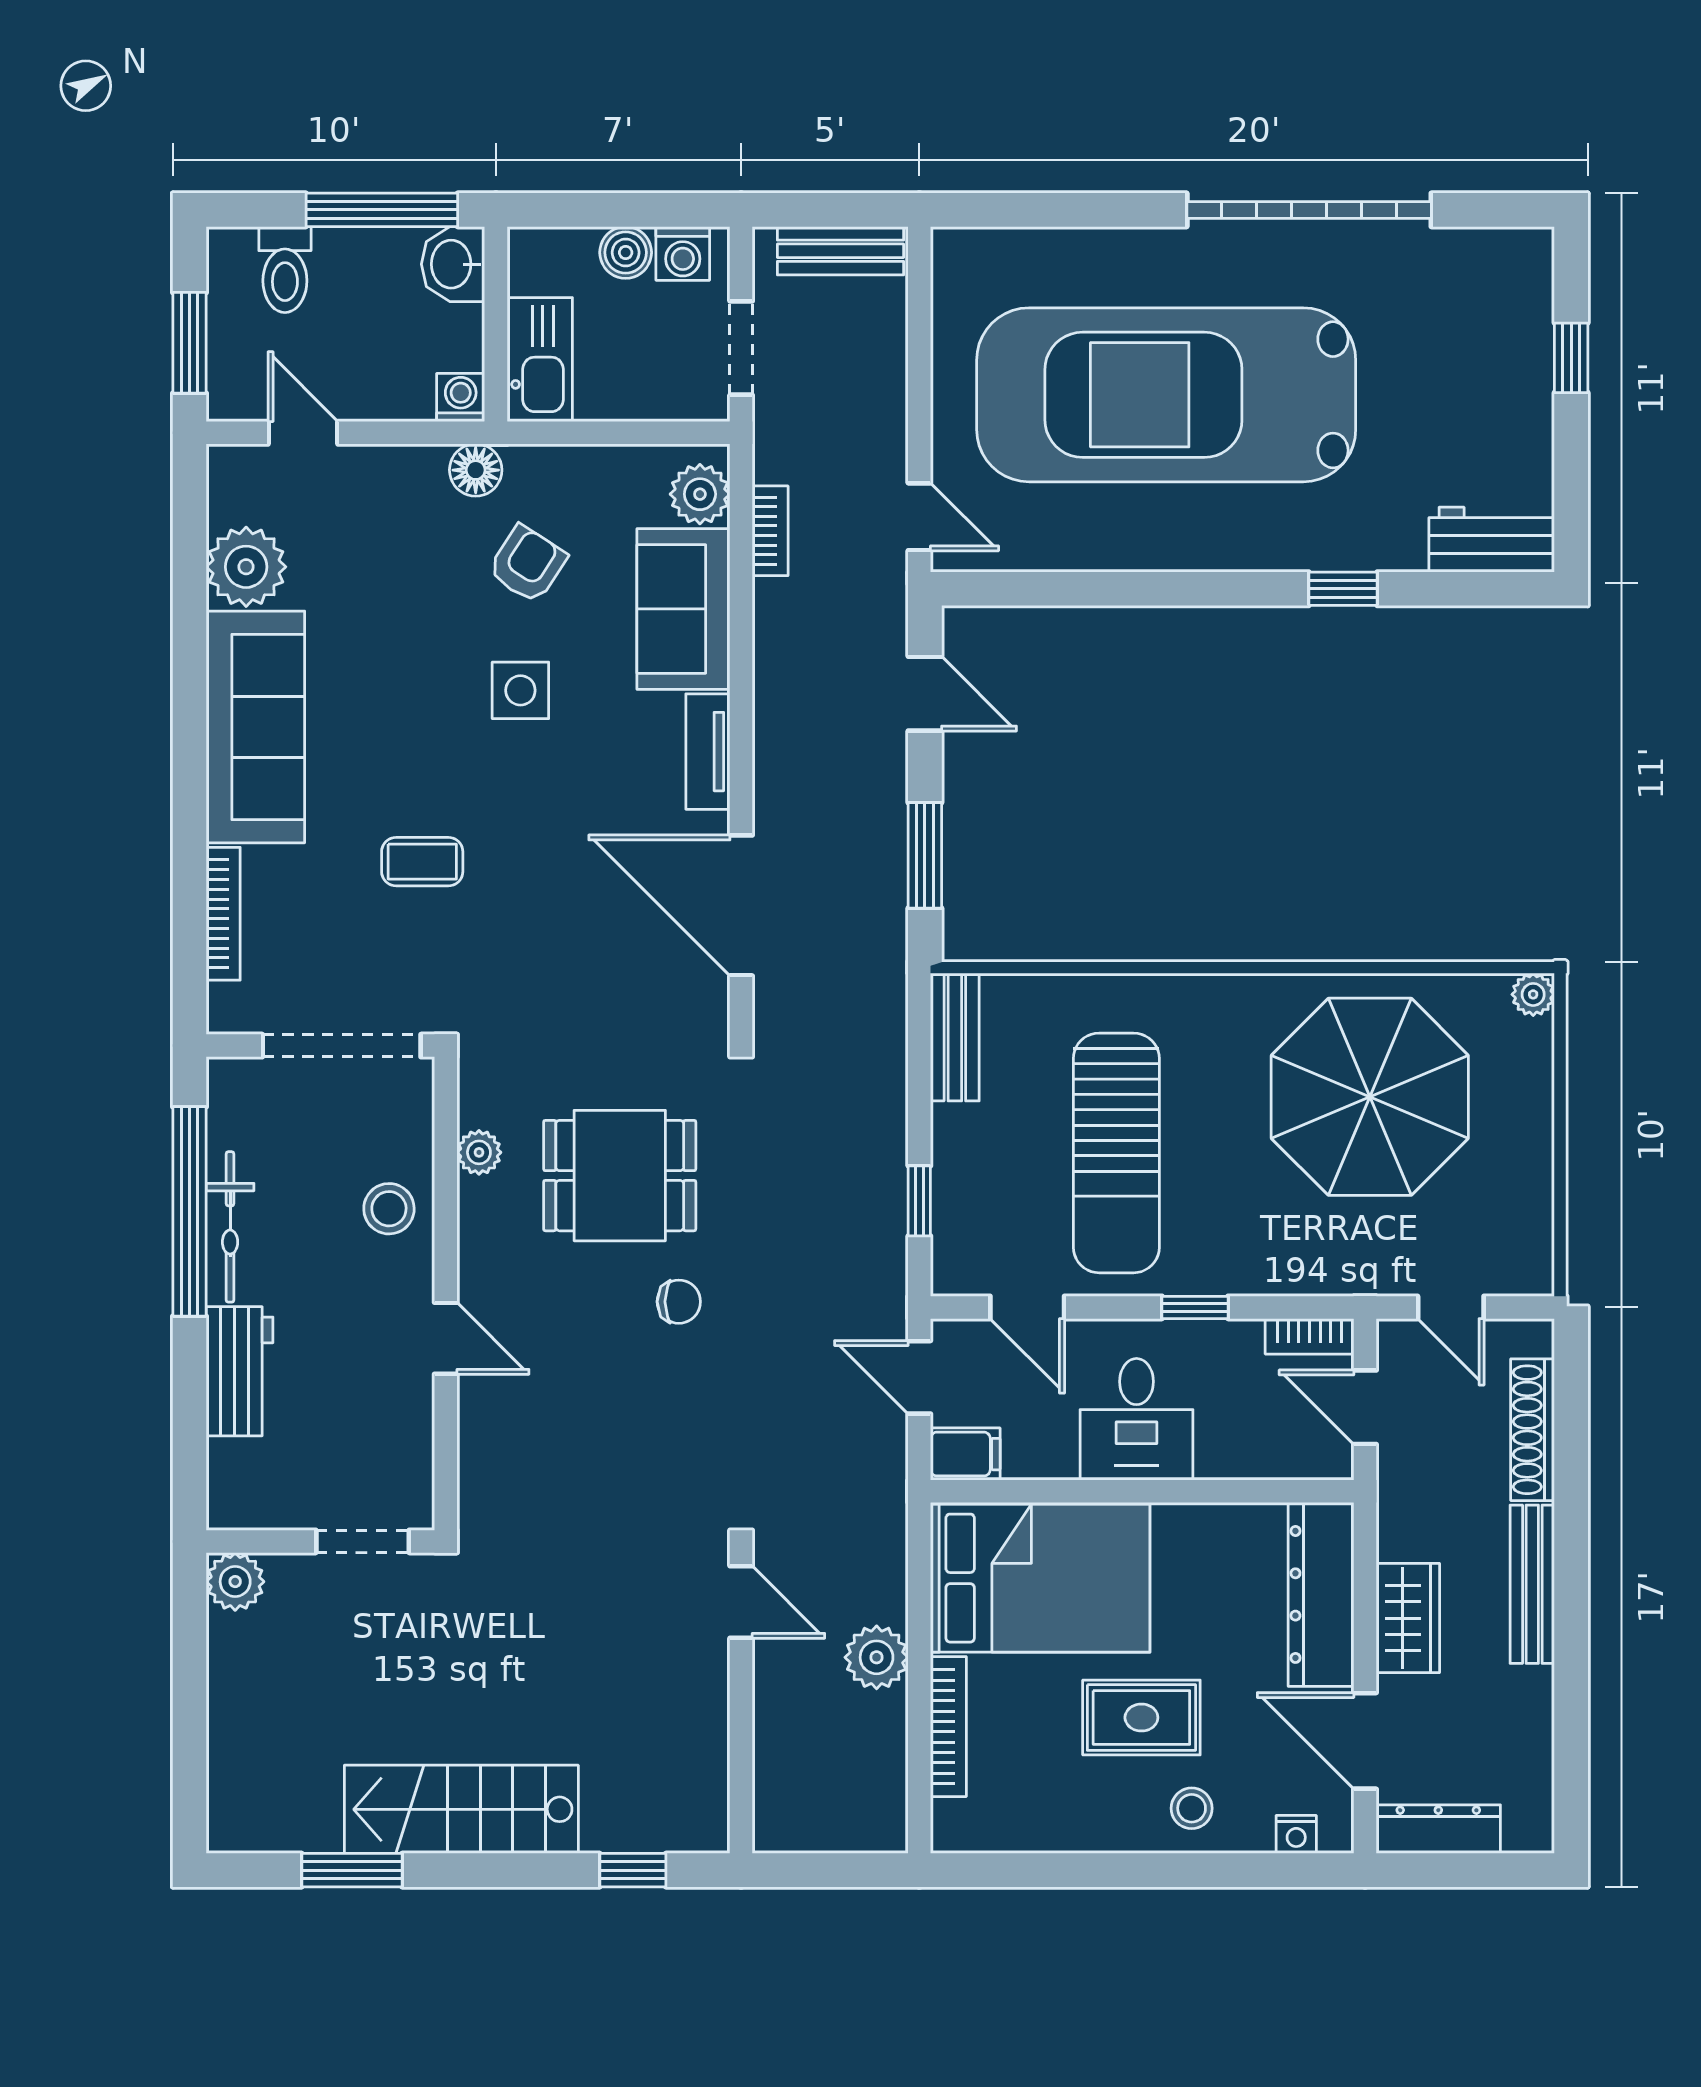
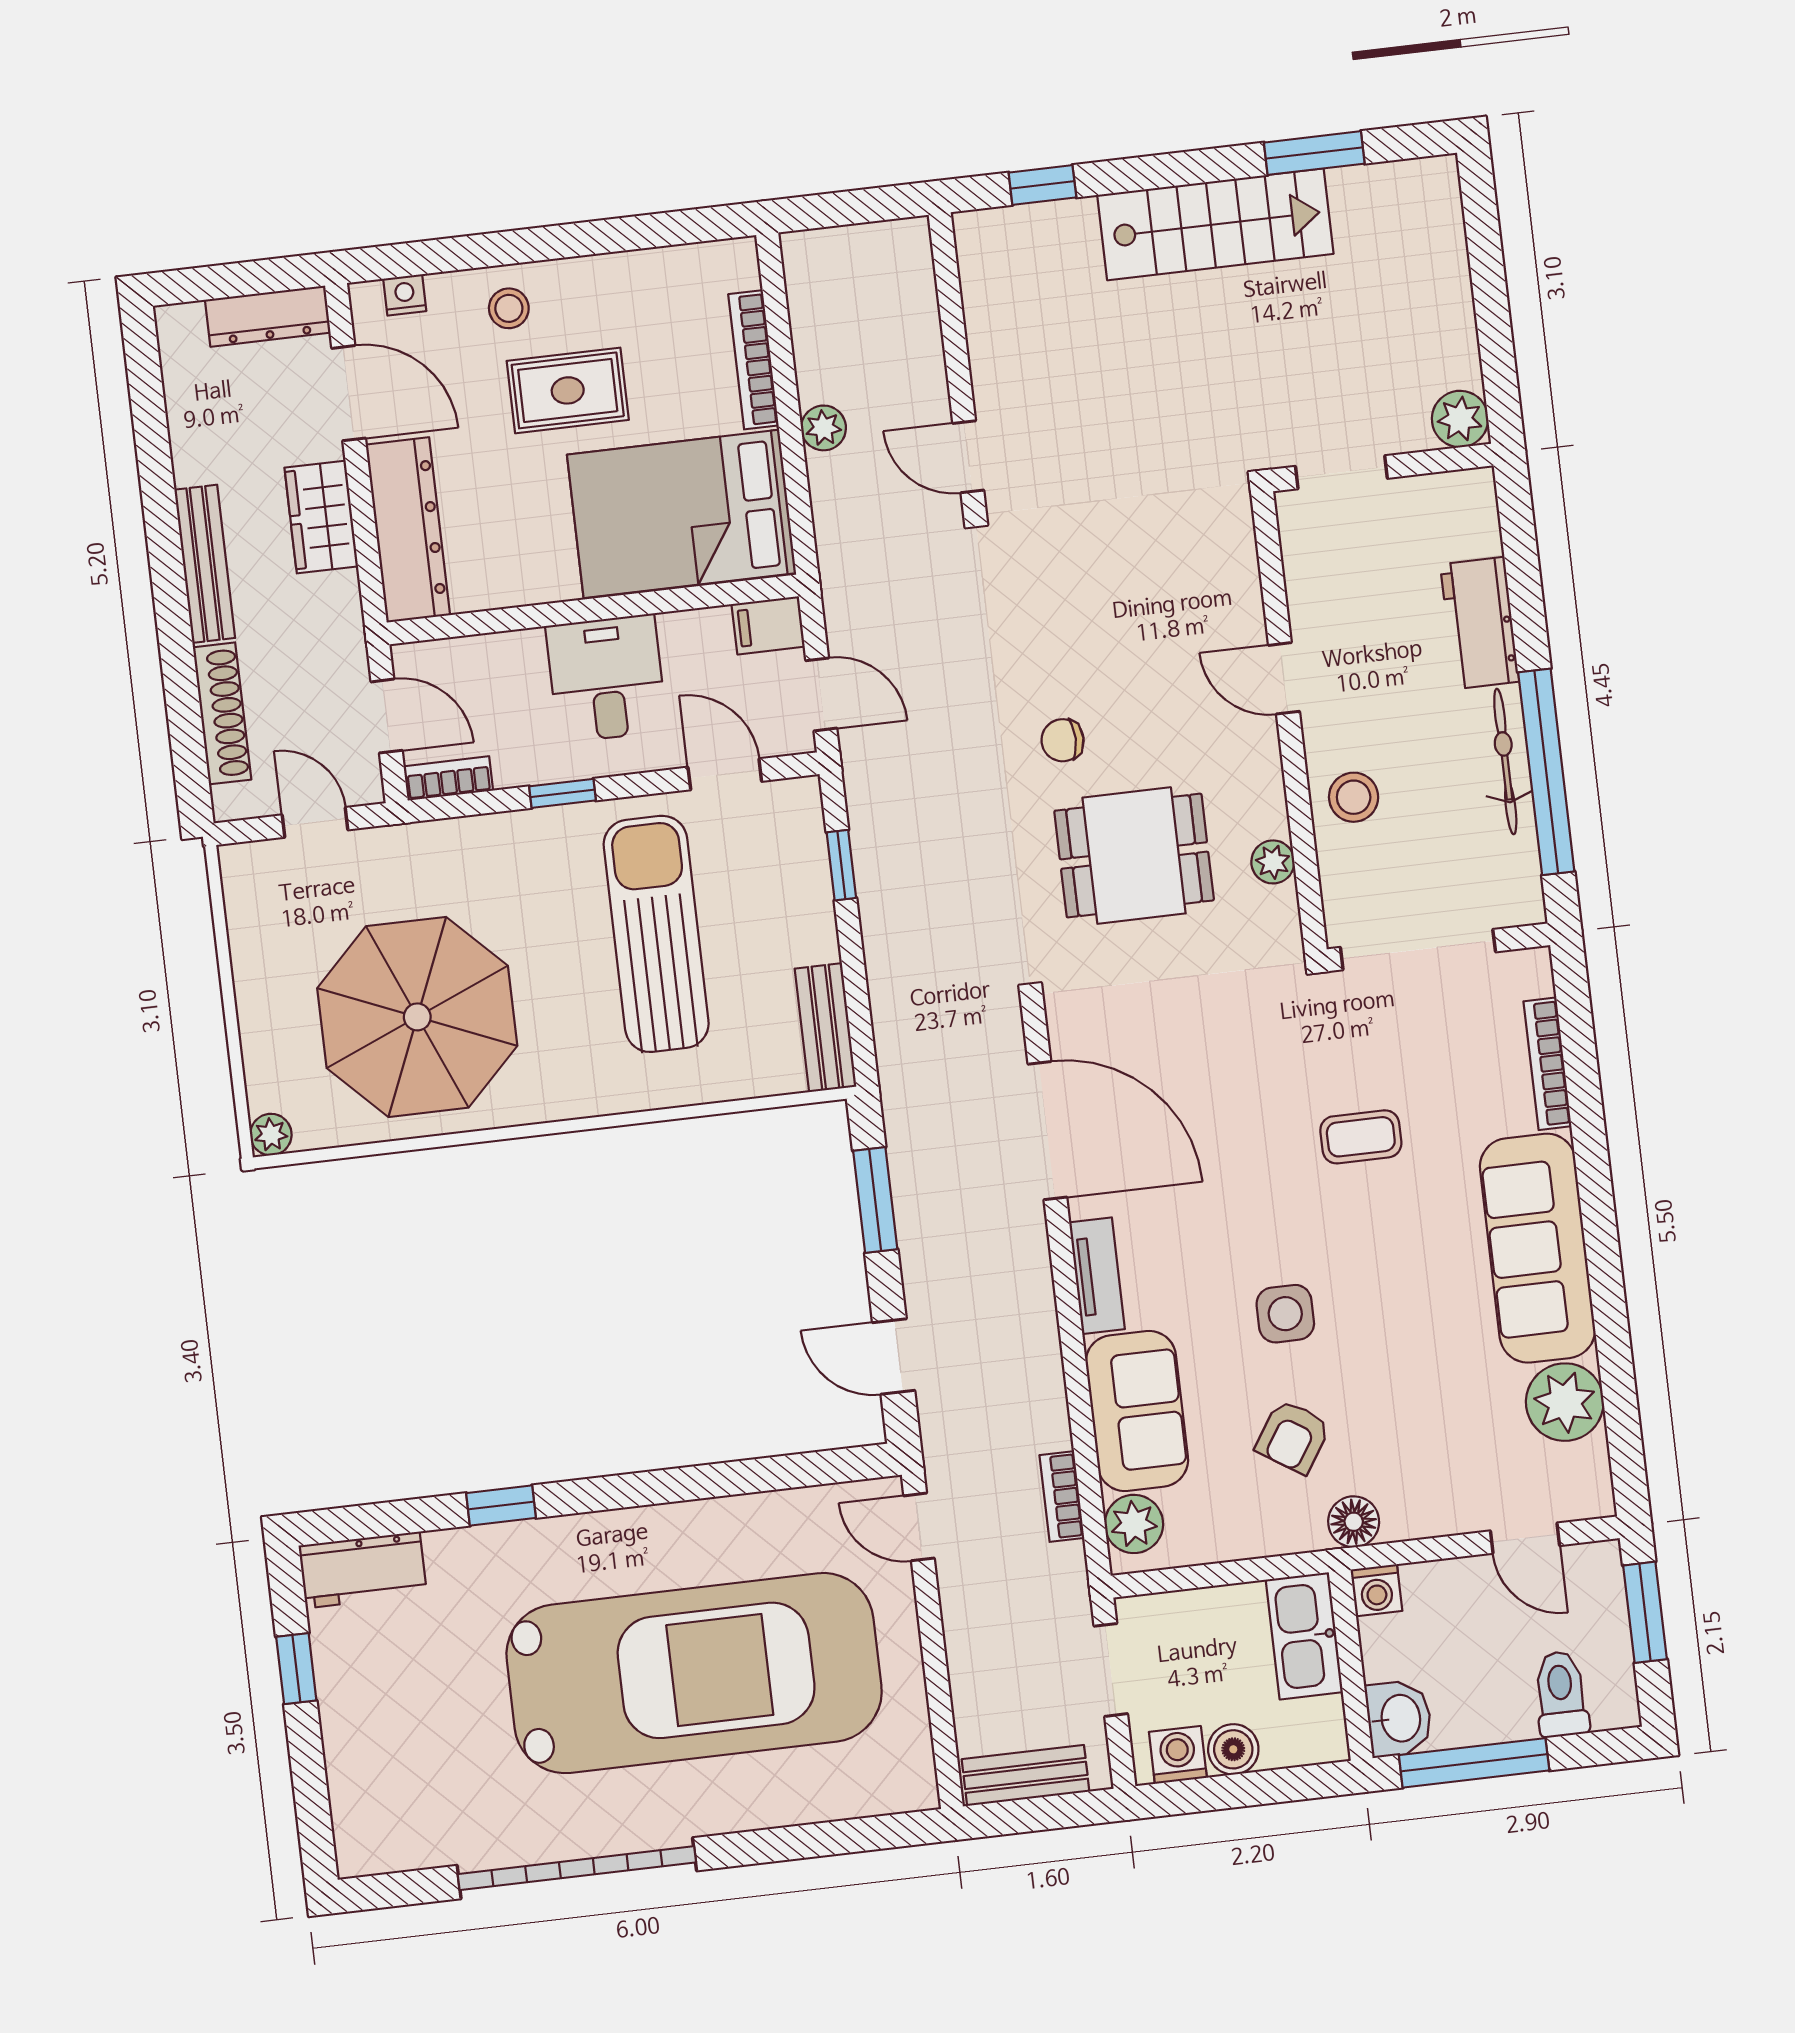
window: (1571, 358) -> (296, 1669), moved
plant: (877, 1657) -> (823, 428), width x0.73, depth x0.73

